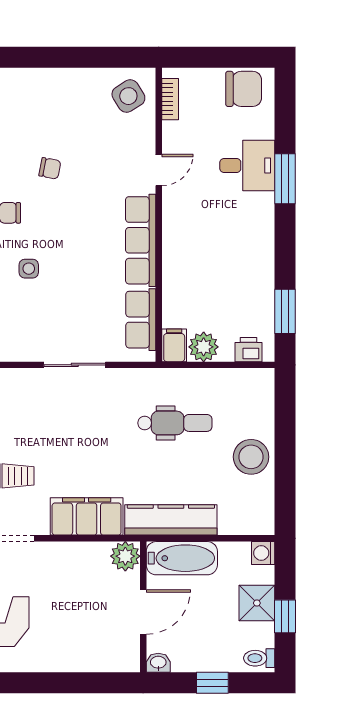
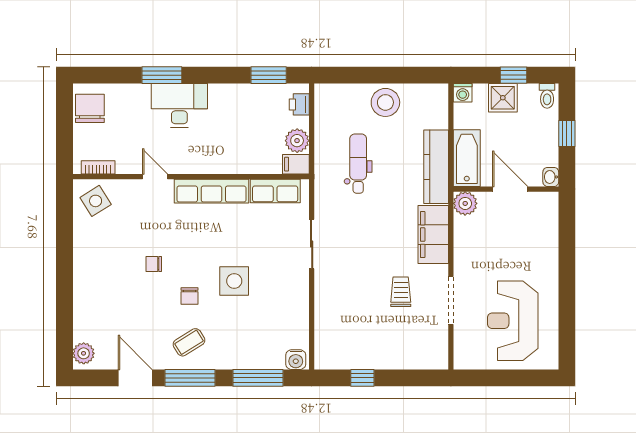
desk: (247, 165) -> (179, 105), moved, width x1.37
chair: (50, 168) -> (154, 264), turned -101
side table: (29, 269) -> (234, 281), width x1.87, depth x1.87

